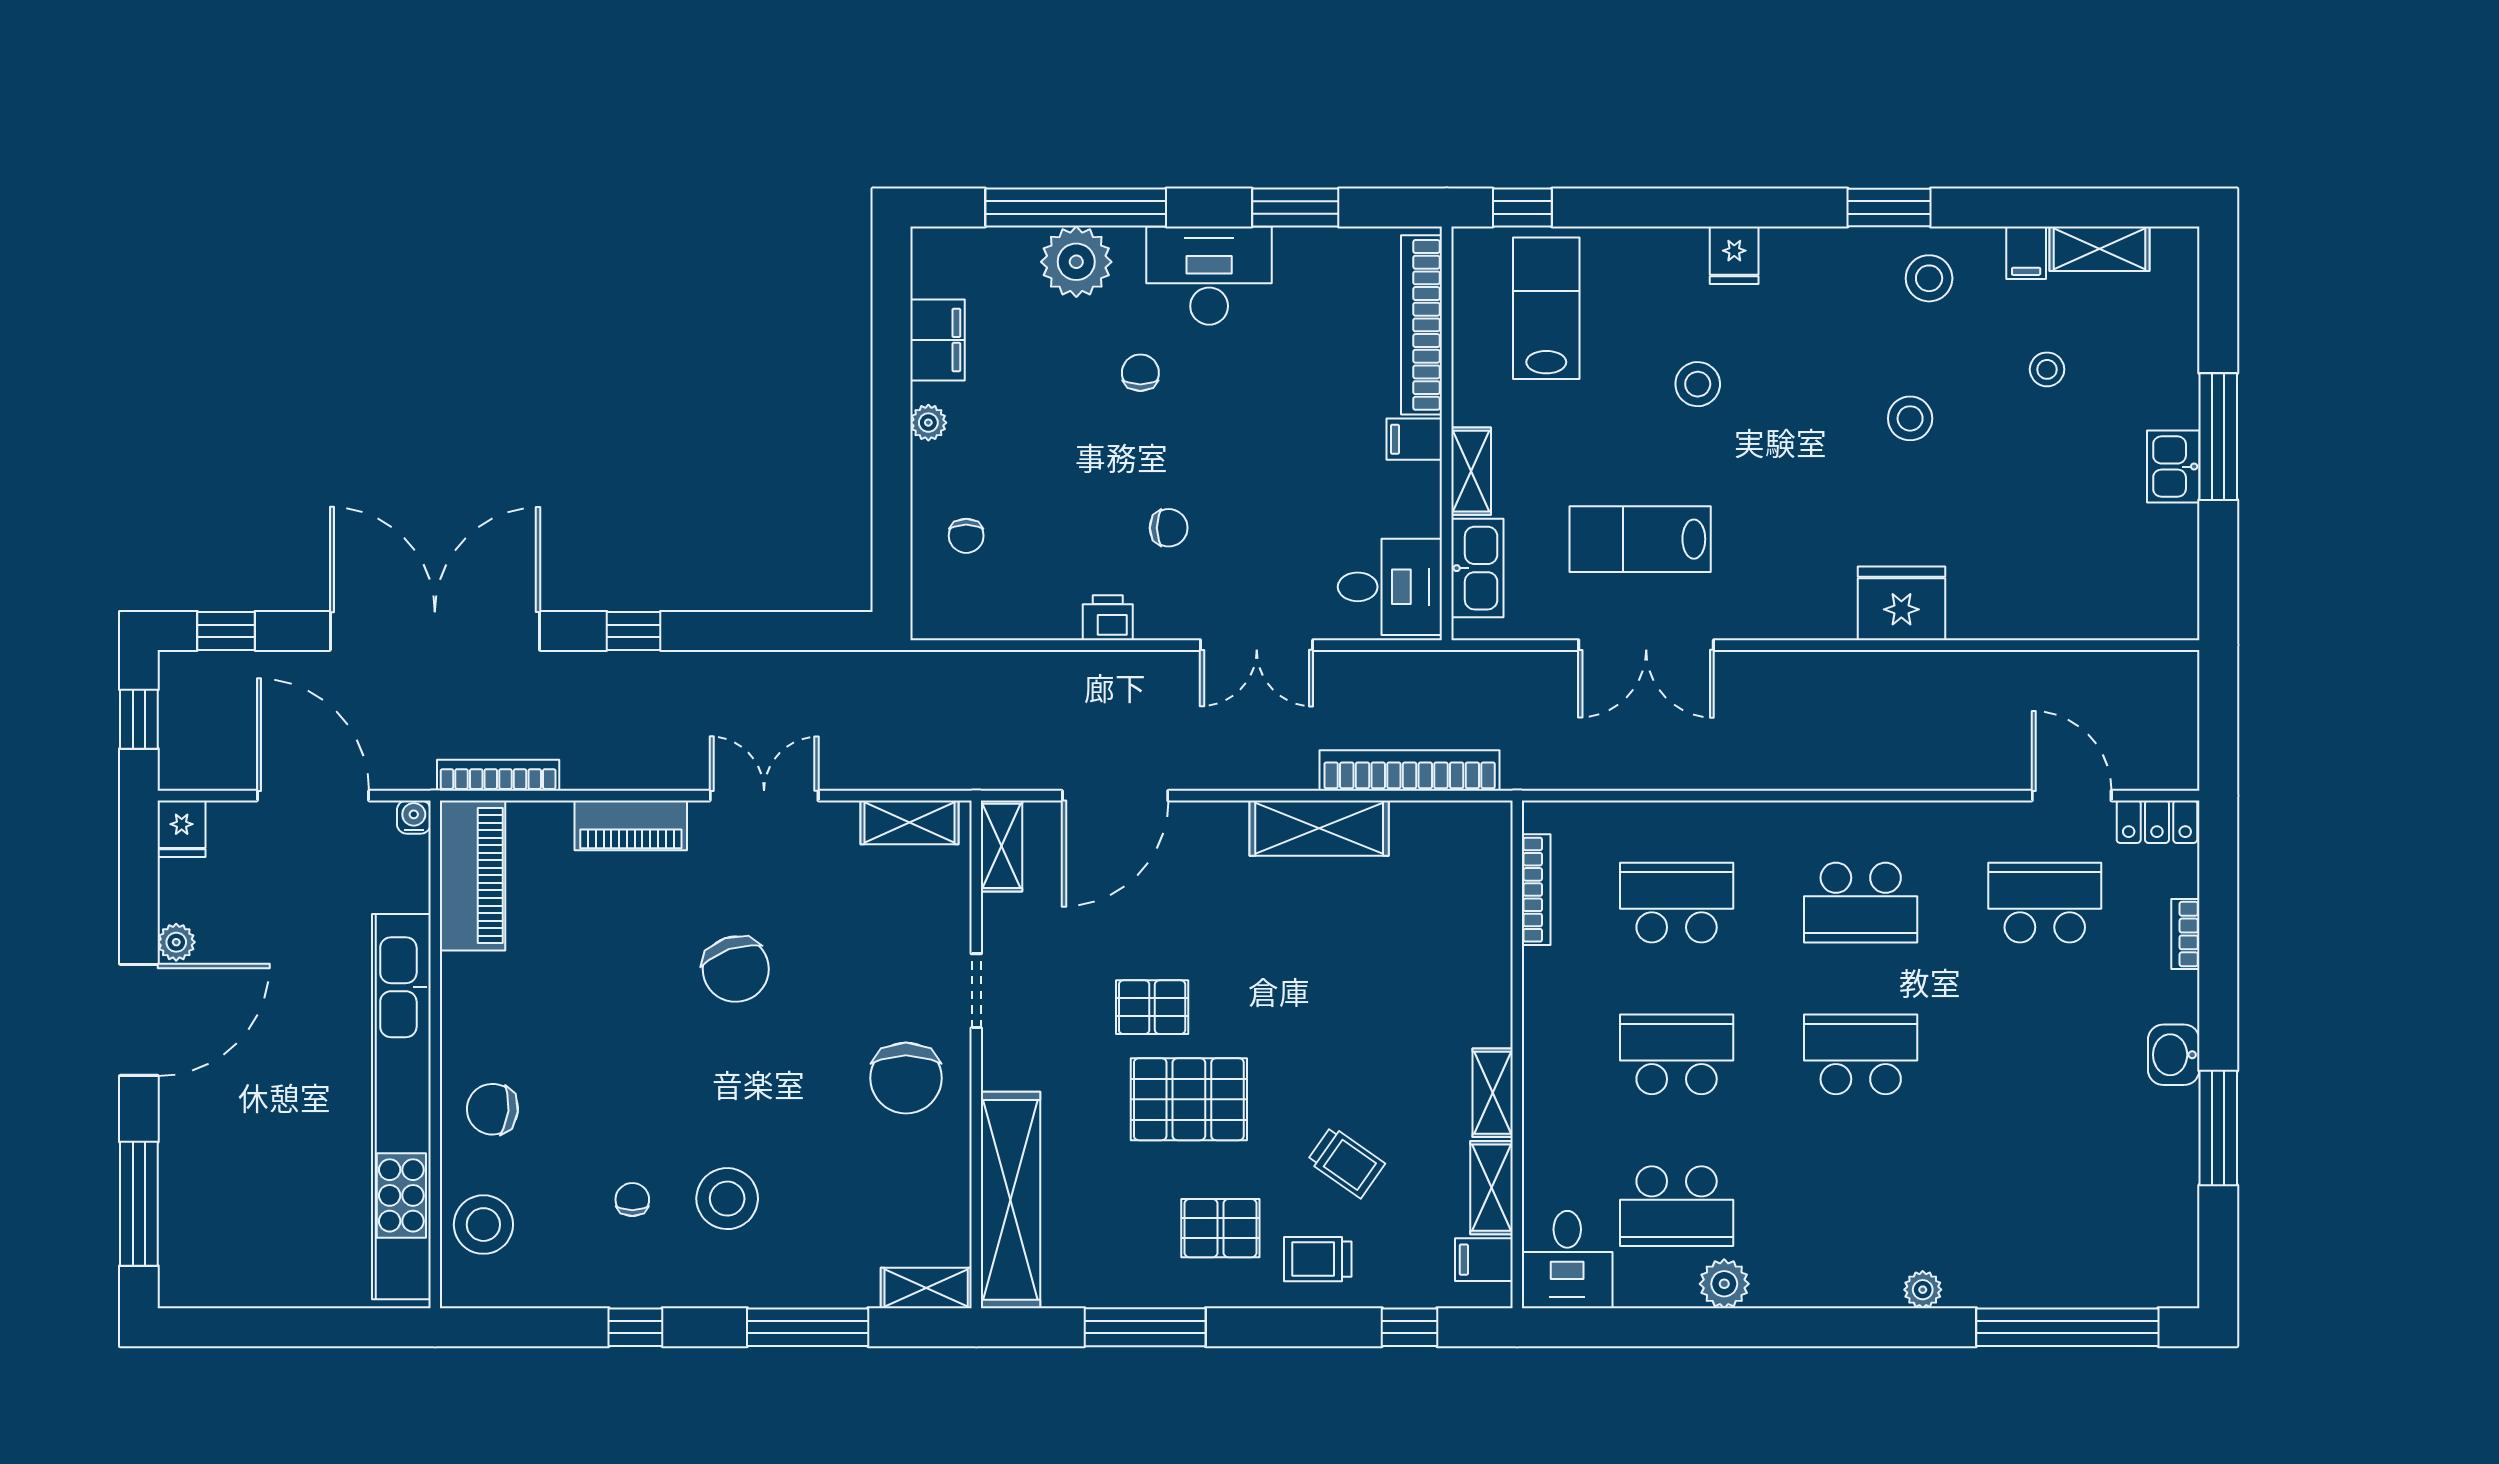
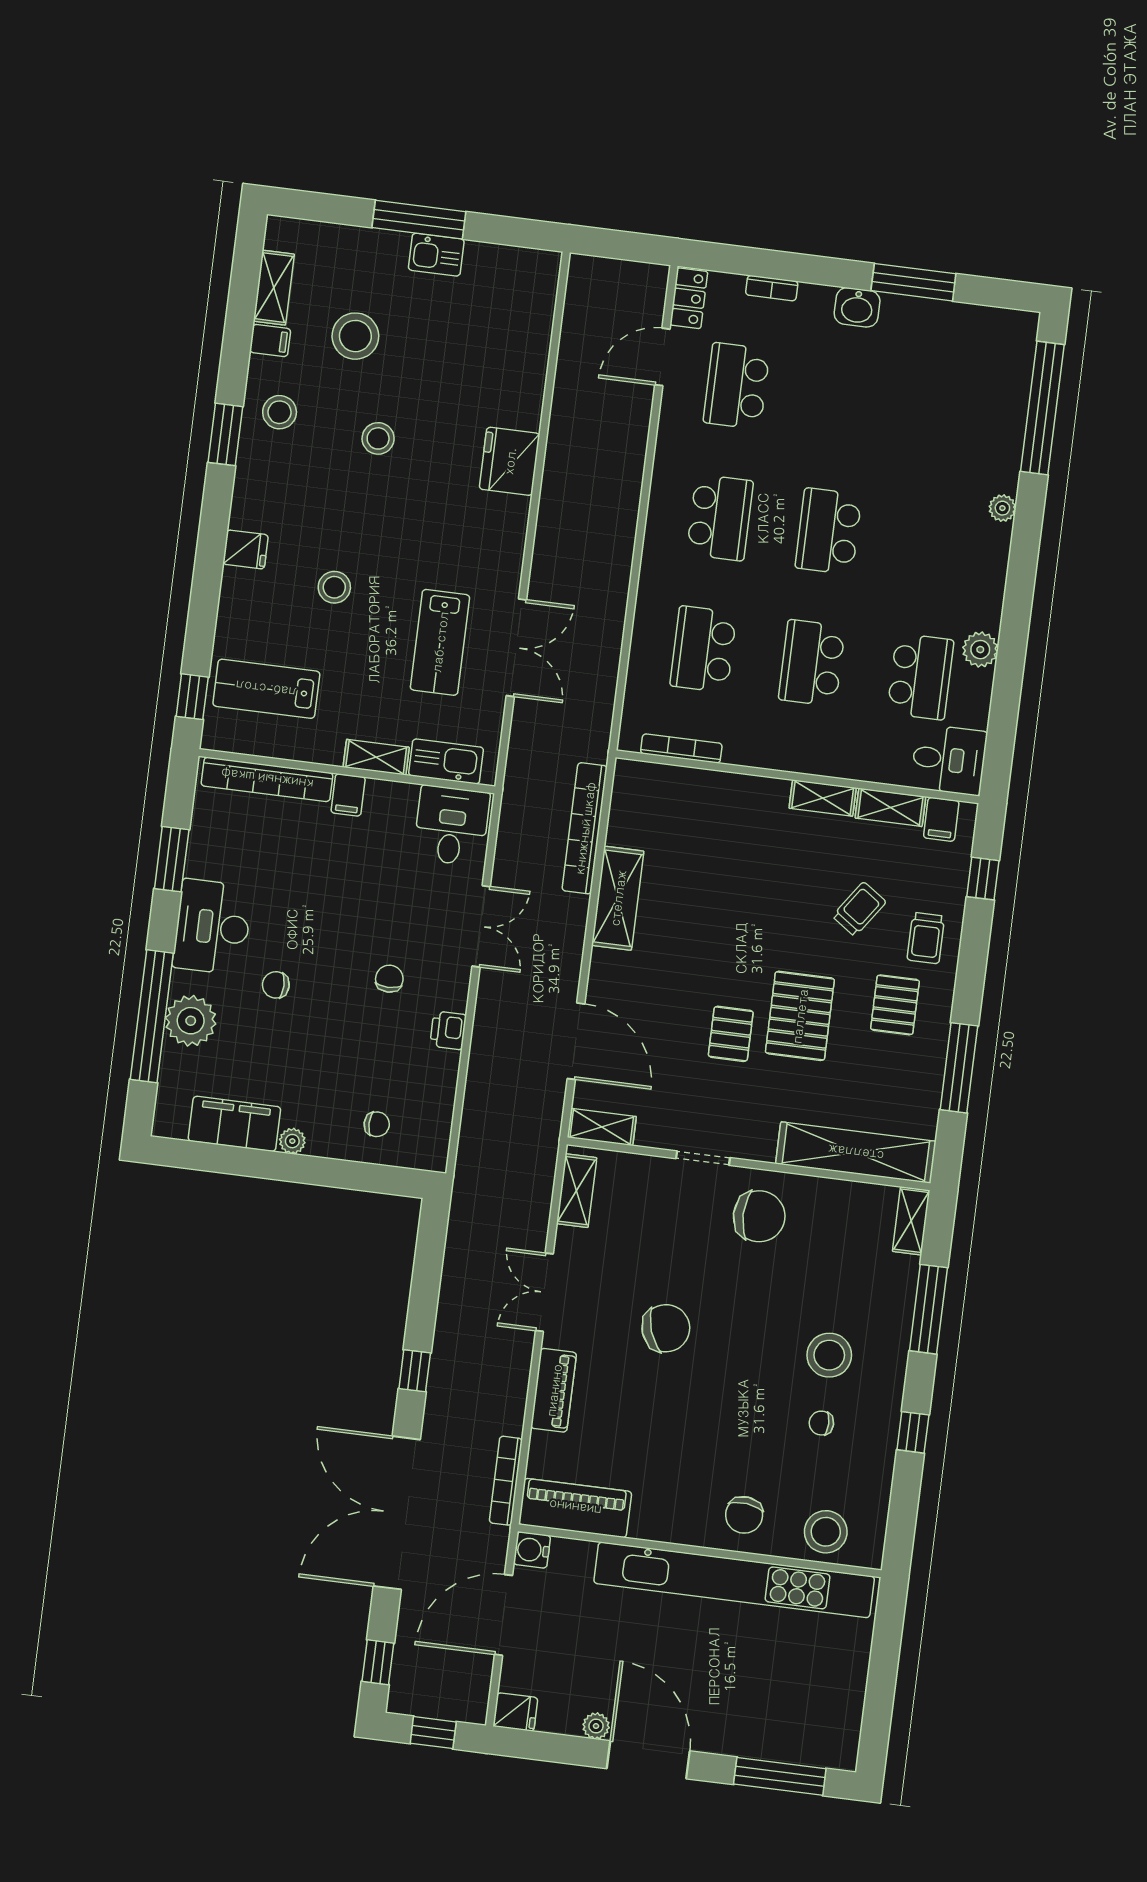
filing cabinet: (937, 340) -> (234, 1124), width x1.50, depth x1.17
stool: (2047, 369) -> (355, 336), width x1.89, depth x1.89
water cooler: (414, 817) -> (532, 1550), width x1.38, depth x1.38

